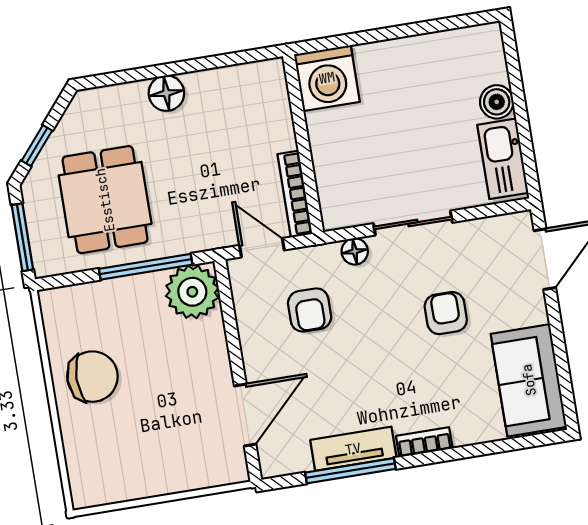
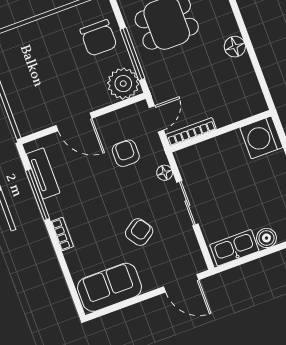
armchair: (310, 310) -> (126, 153), turned 90
armchair: (446, 313) -> (139, 232), turned -34
chair: (92, 377) -> (99, 38), moved
door: (245, 415) -> (74, 122), moved
tv unit: (353, 449) -> (43, 173), moved

